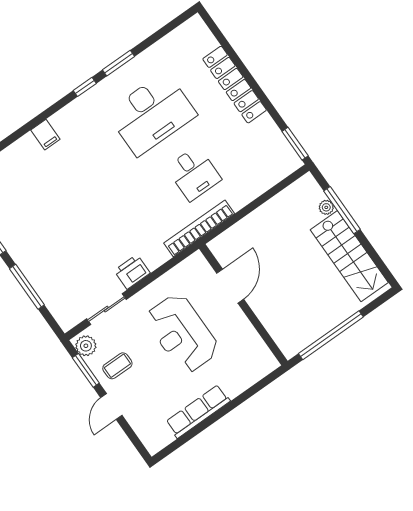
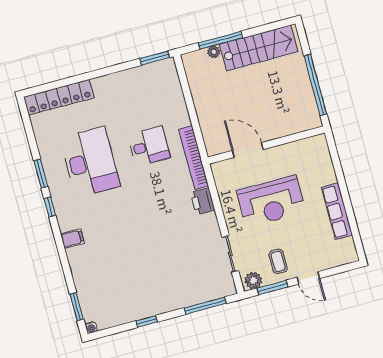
locker: (235, 85) -> (59, 97), moved
filing cabinet: (45, 135) -> (72, 239), moved
printer: (132, 272) -> (203, 201), moved
window: (27, 287) -> (205, 306), moved

